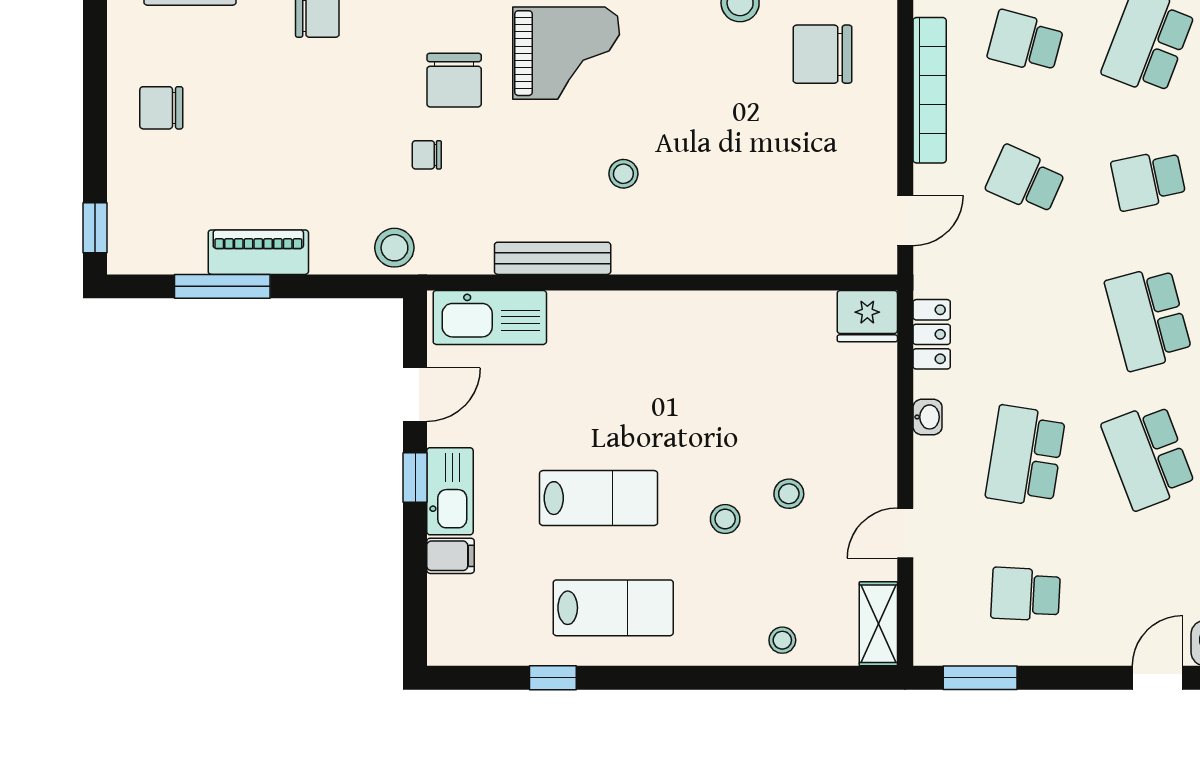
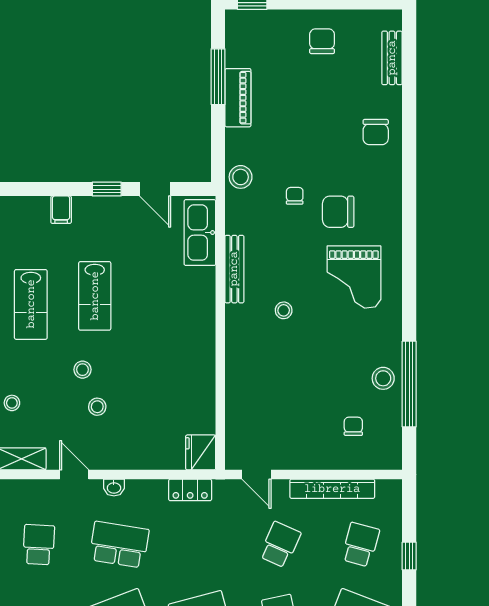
chair: (823, 54) -> (353, 426), width x0.54, depth x0.54
washbasin: (928, 417) -> (114, 488), moved
kitchen sink: (450, 491) -> (99, 209), removed

